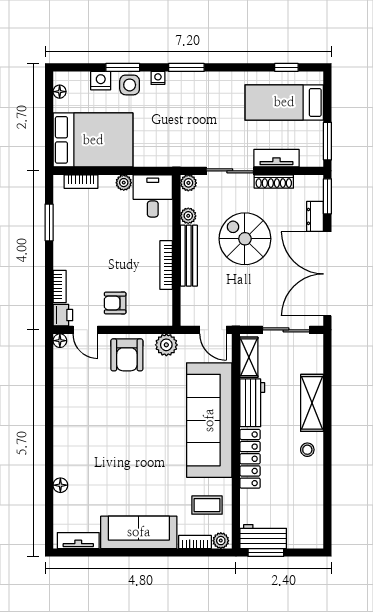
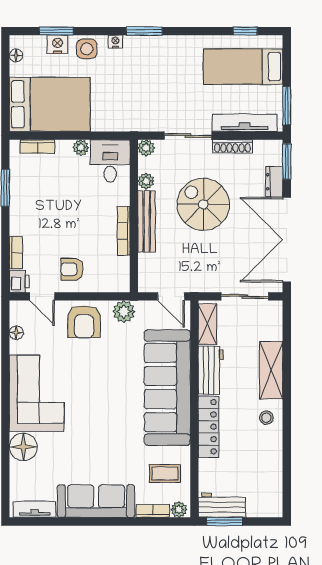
window: (123, 67) -> (56, 31), moved
tv unit: (276, 158) -> (245, 123), width x1.41
floor lamp: (60, 341) -> (16, 333), moved
corner sofa: (80, 426) -> (37, 393), added
floor lamp: (60, 485) -> (23, 447), width x1.89, depth x1.89

